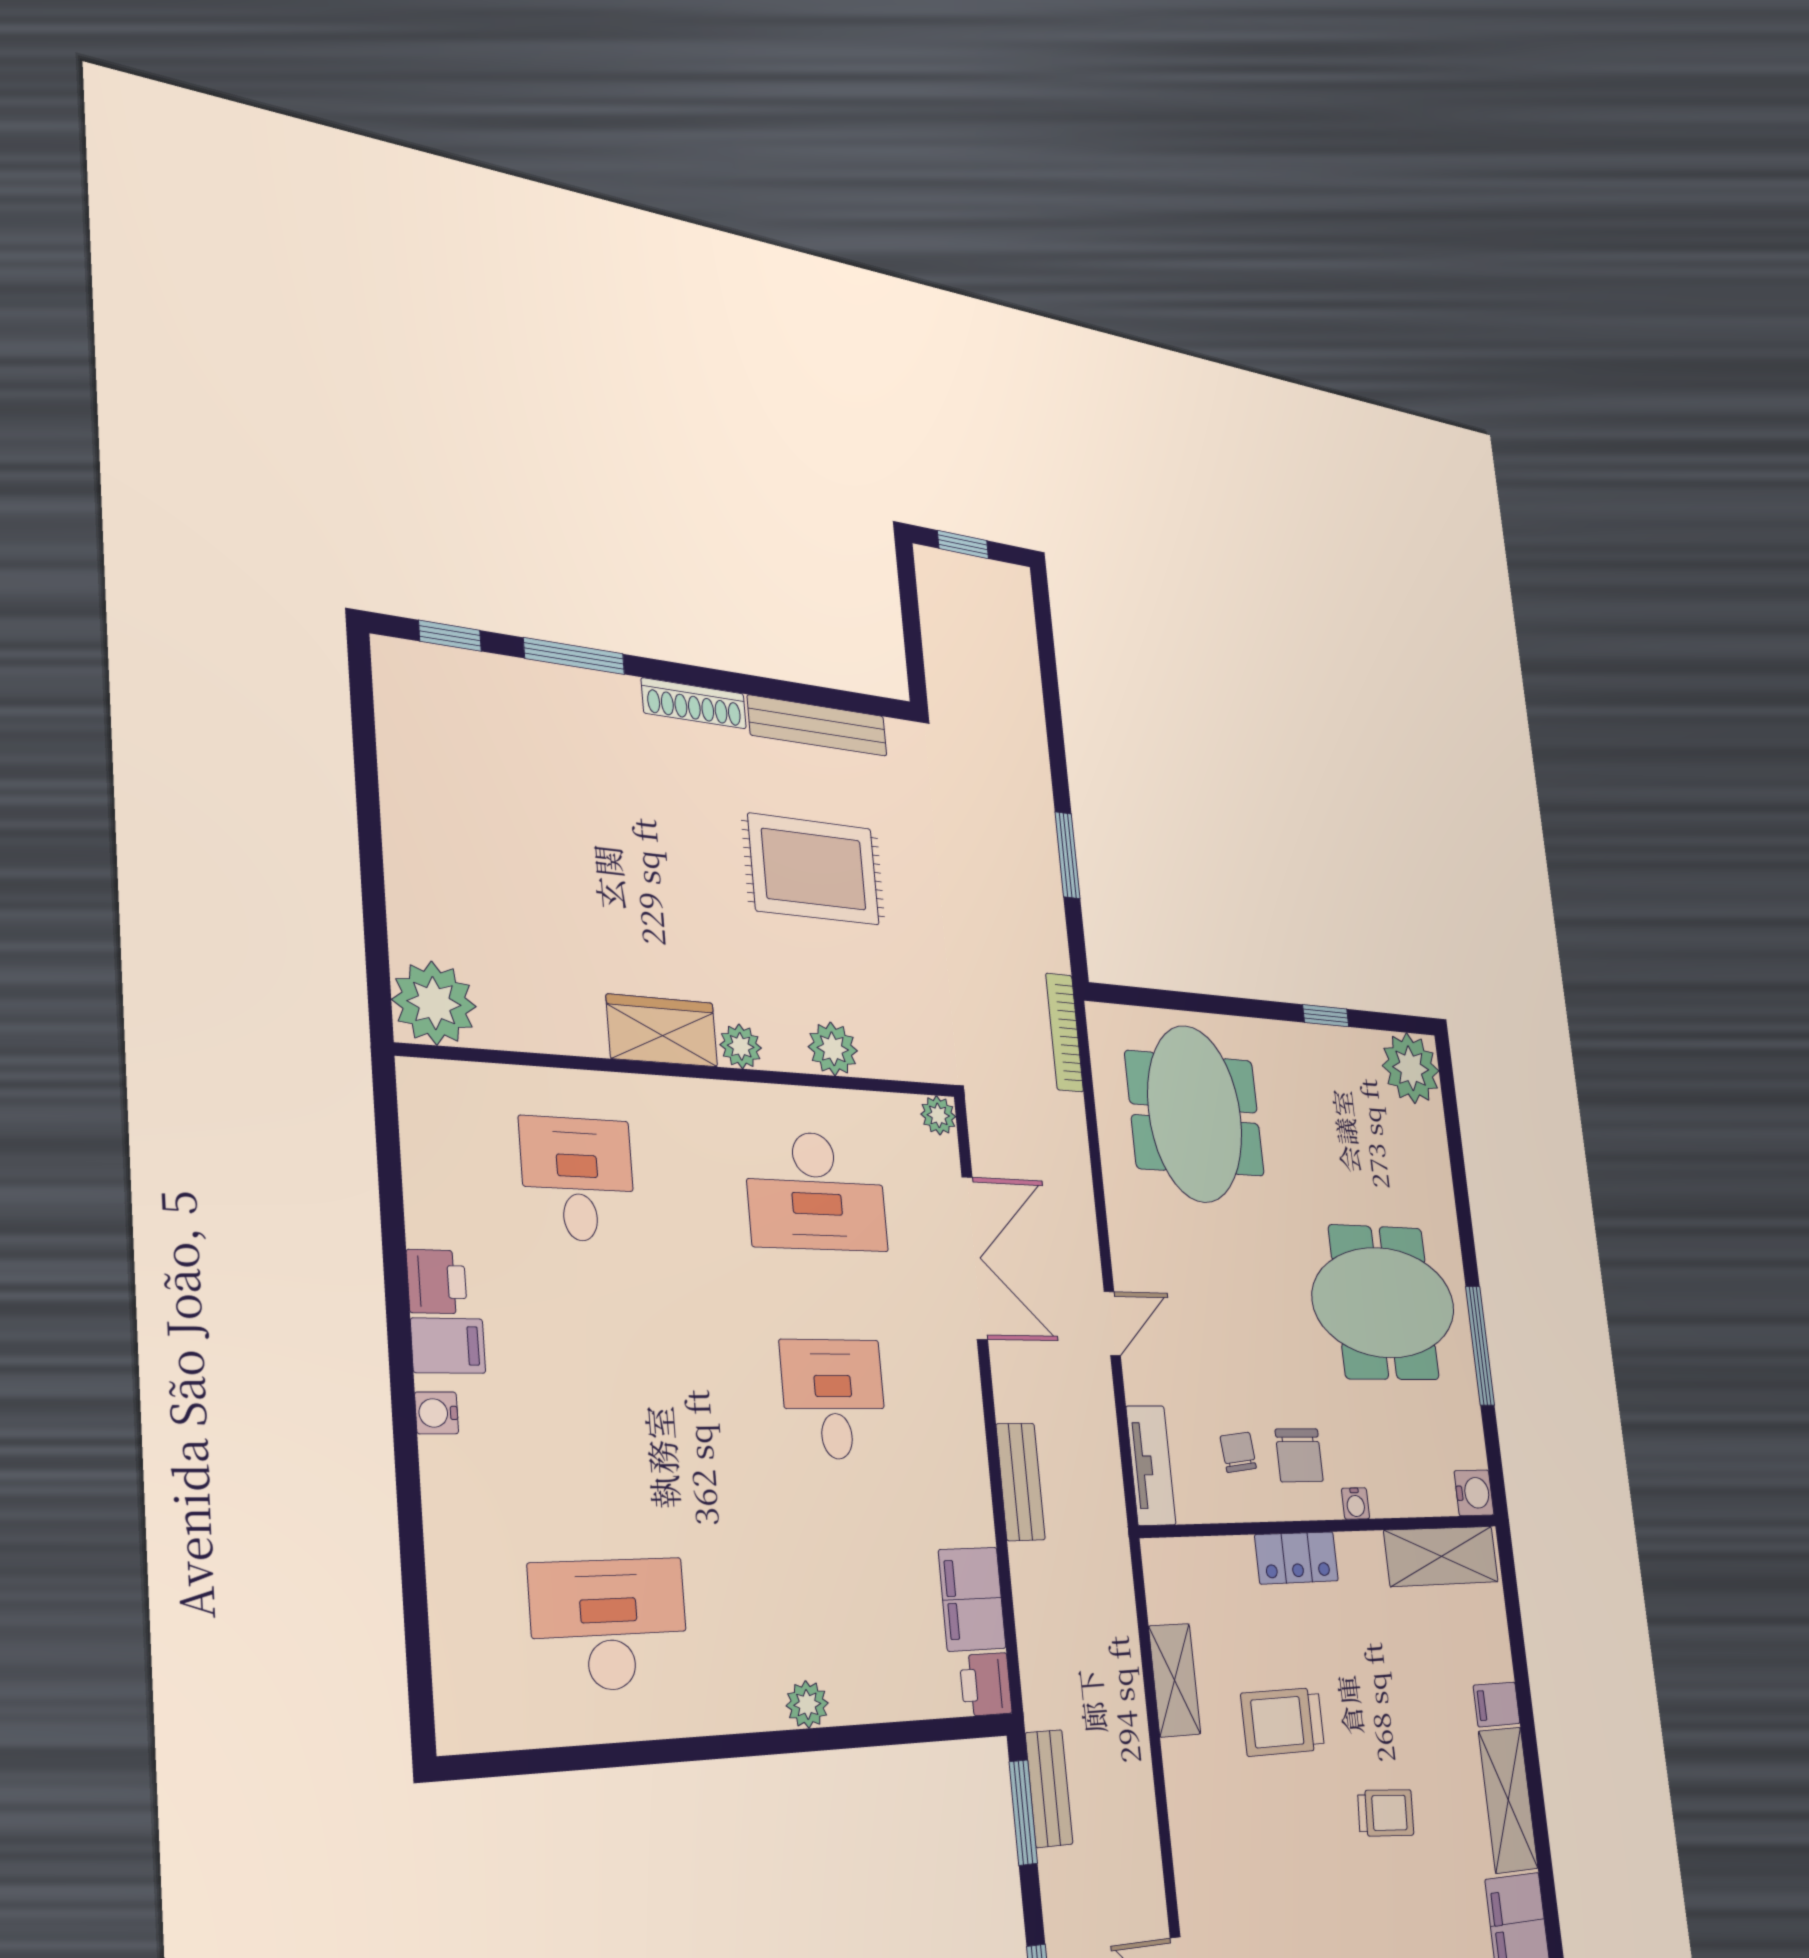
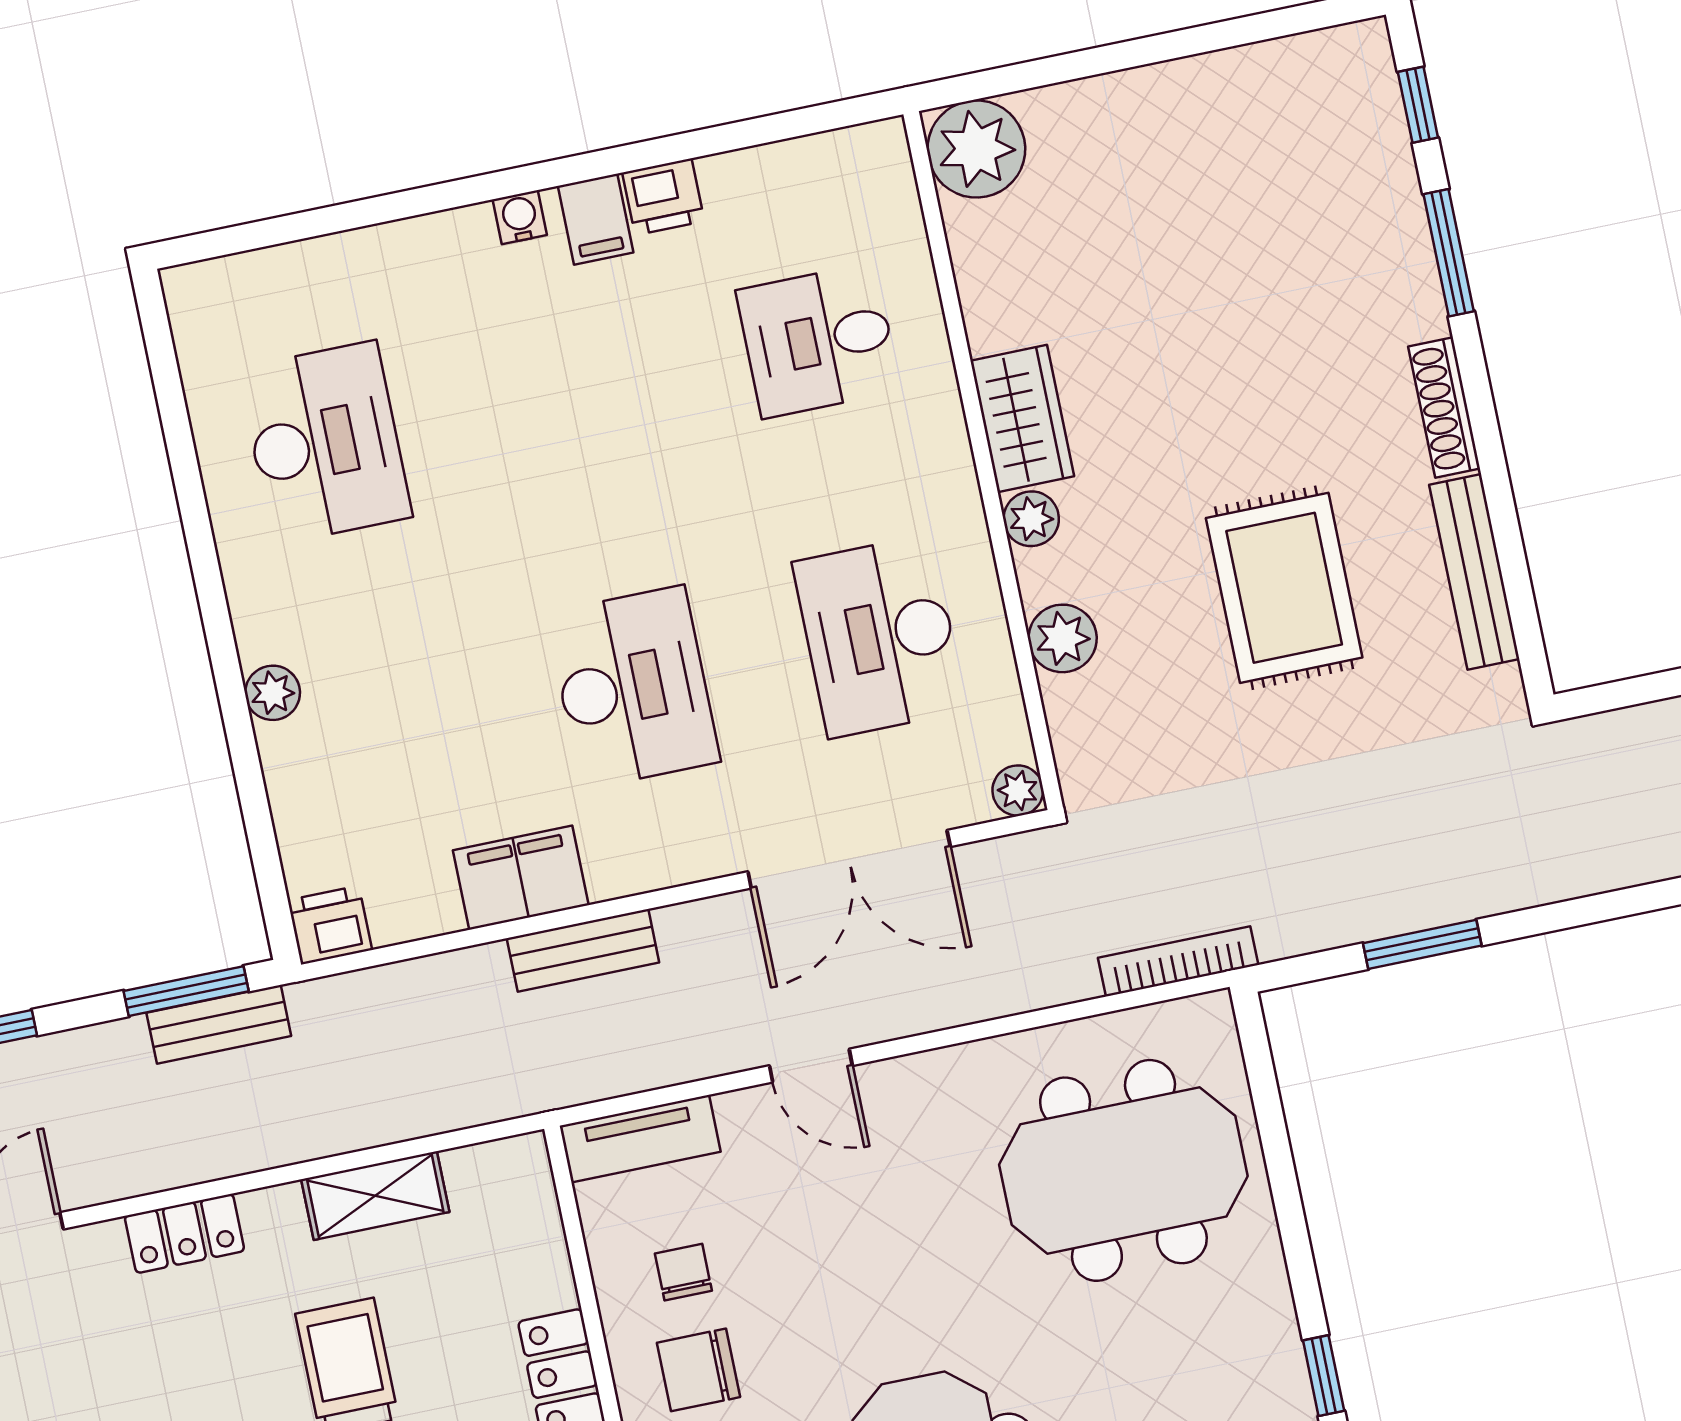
desk: (578, 1179) -> (818, 341), turned 180
desk: (834, 1399) -> (633, 687), width x1.37
chair: (1238, 1452) -> (683, 1272), turned -84
filing cabinet: (972, 1599) -> (521, 878), moved
locker: (1190, 1838) -> (184, 1233), added

